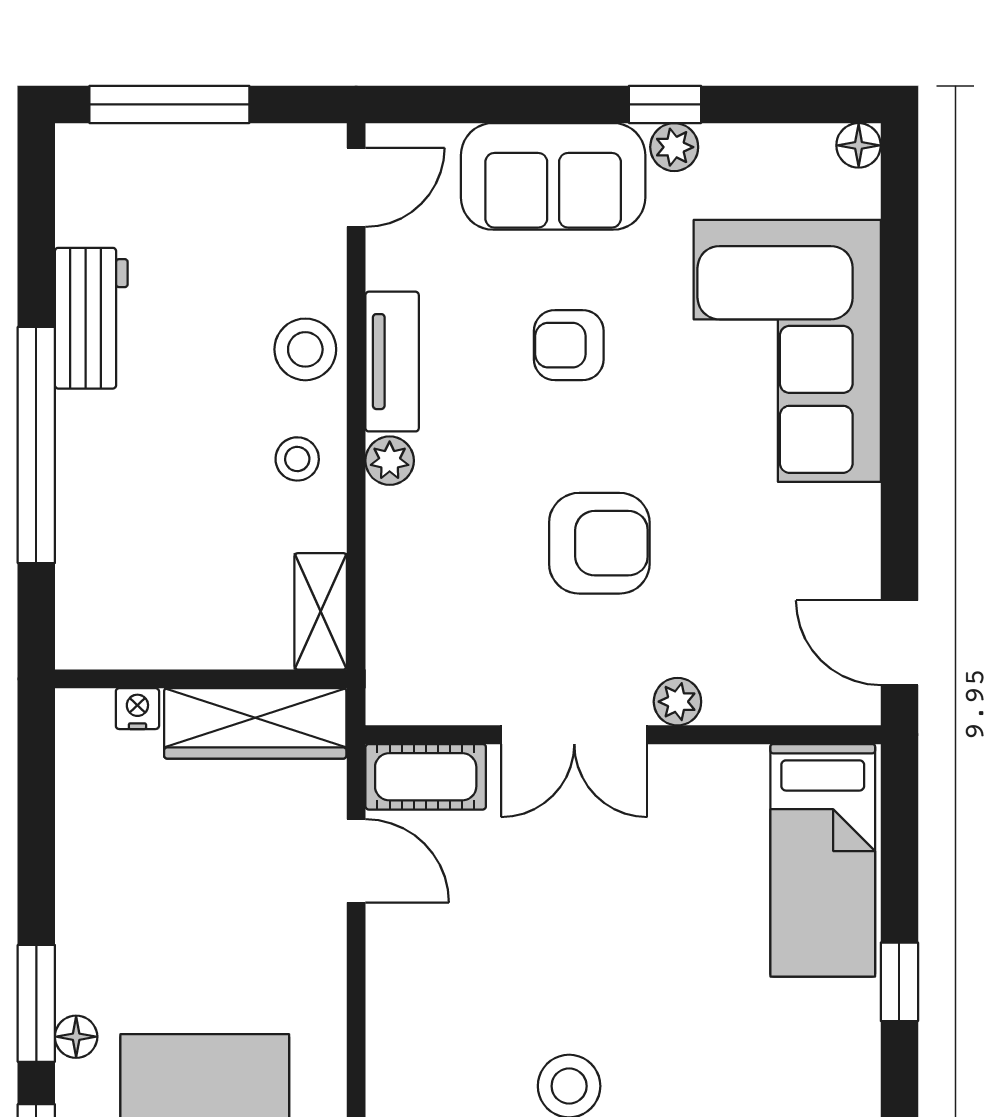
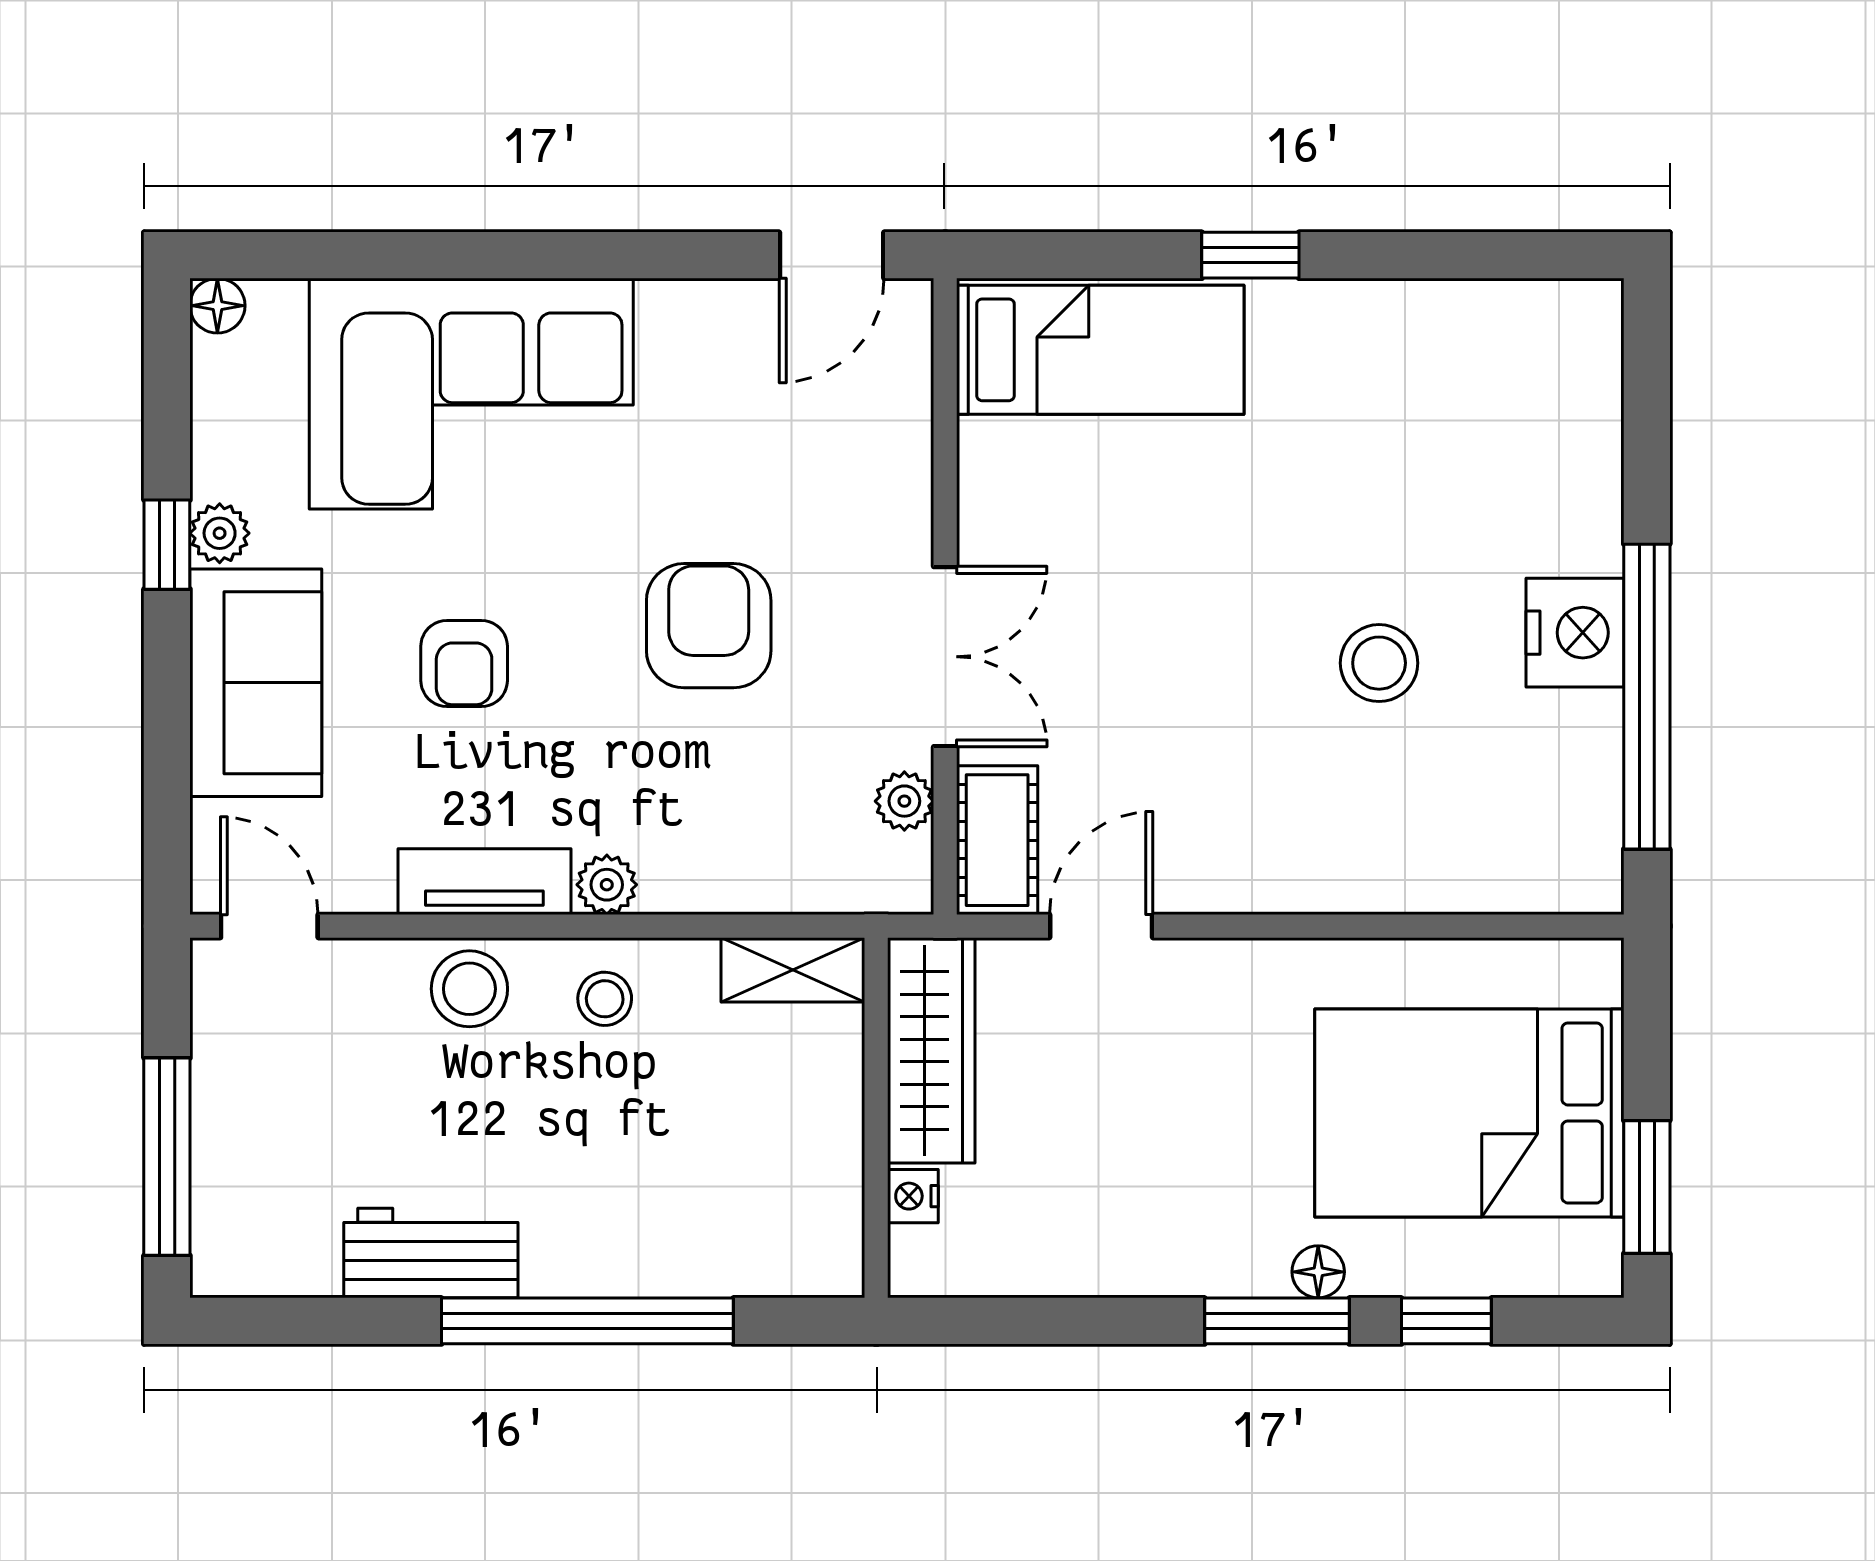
plant: (677, 702) -> (904, 801), moved

